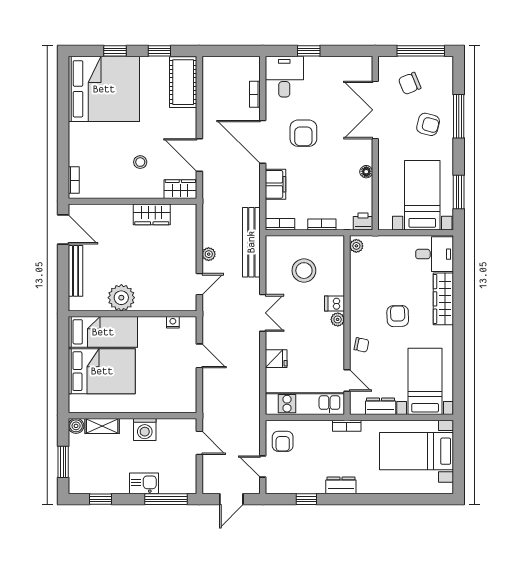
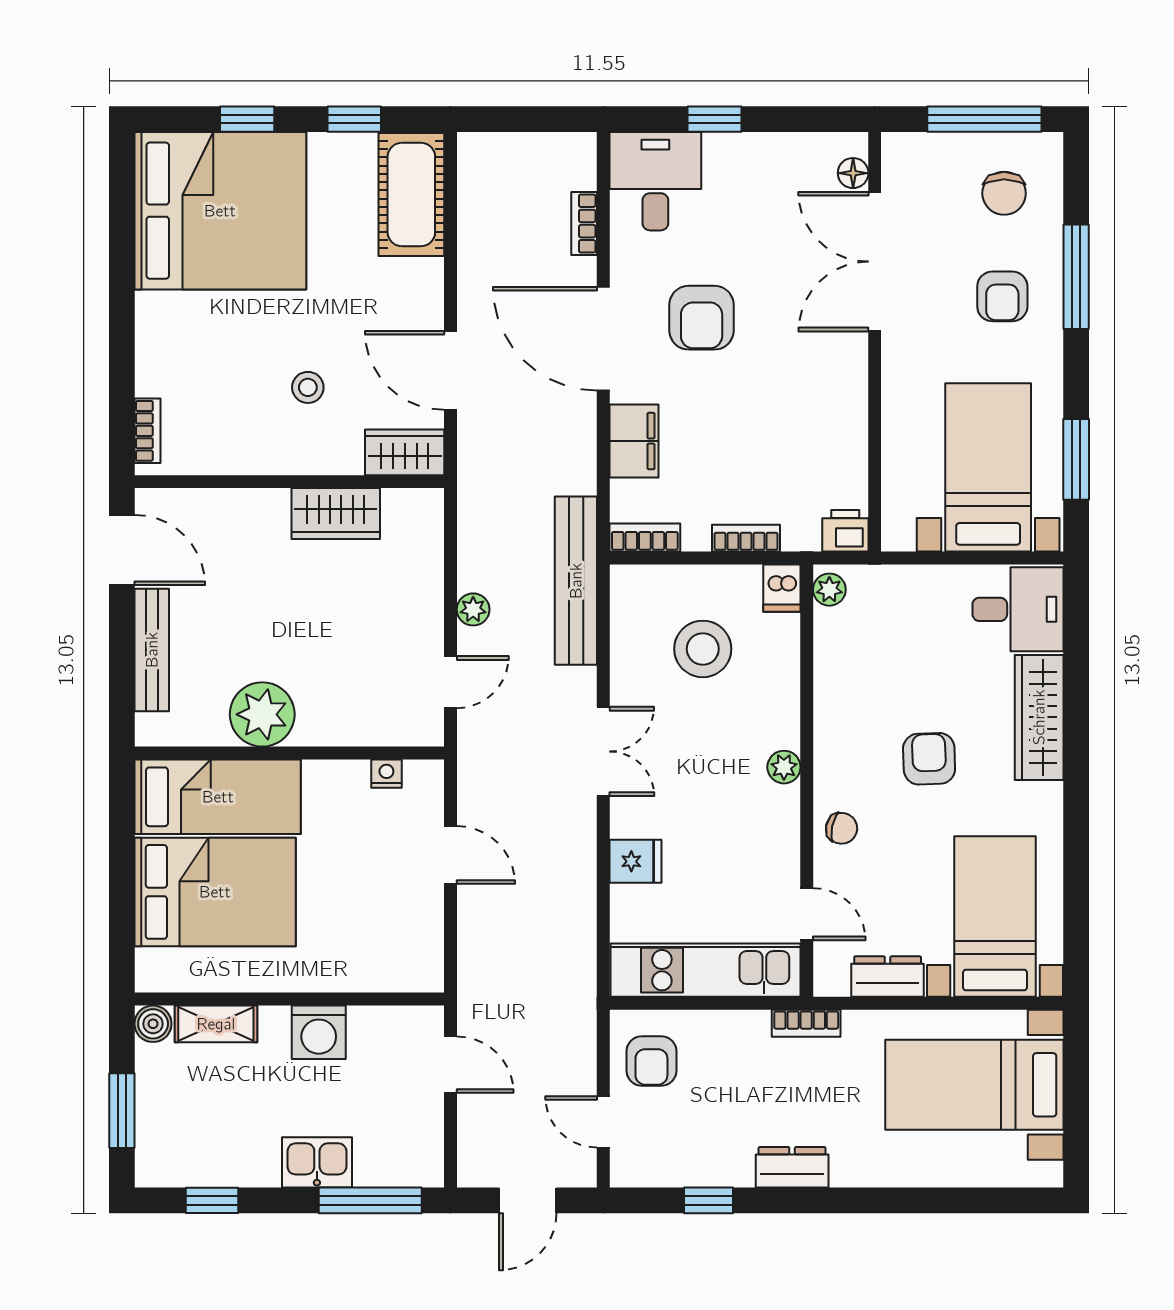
chair: (410, 83) -> (1004, 193), moved, turned -68
armchair: (428, 124) -> (1002, 296), turned 75
floor lamp: (366, 172) -> (853, 173), moved
dishwasher: (335, 304) -> (782, 588), moved, turned -90

